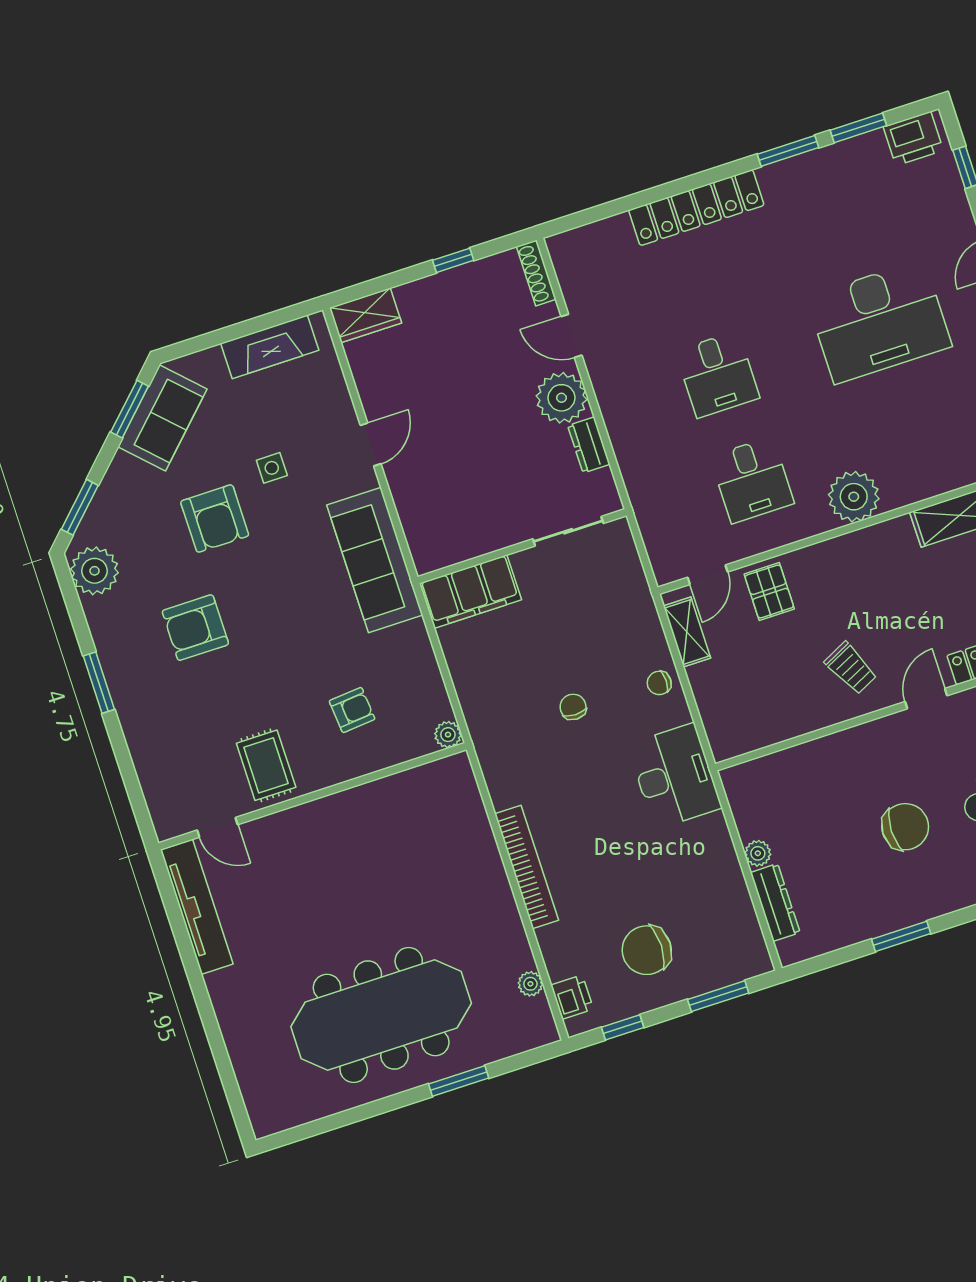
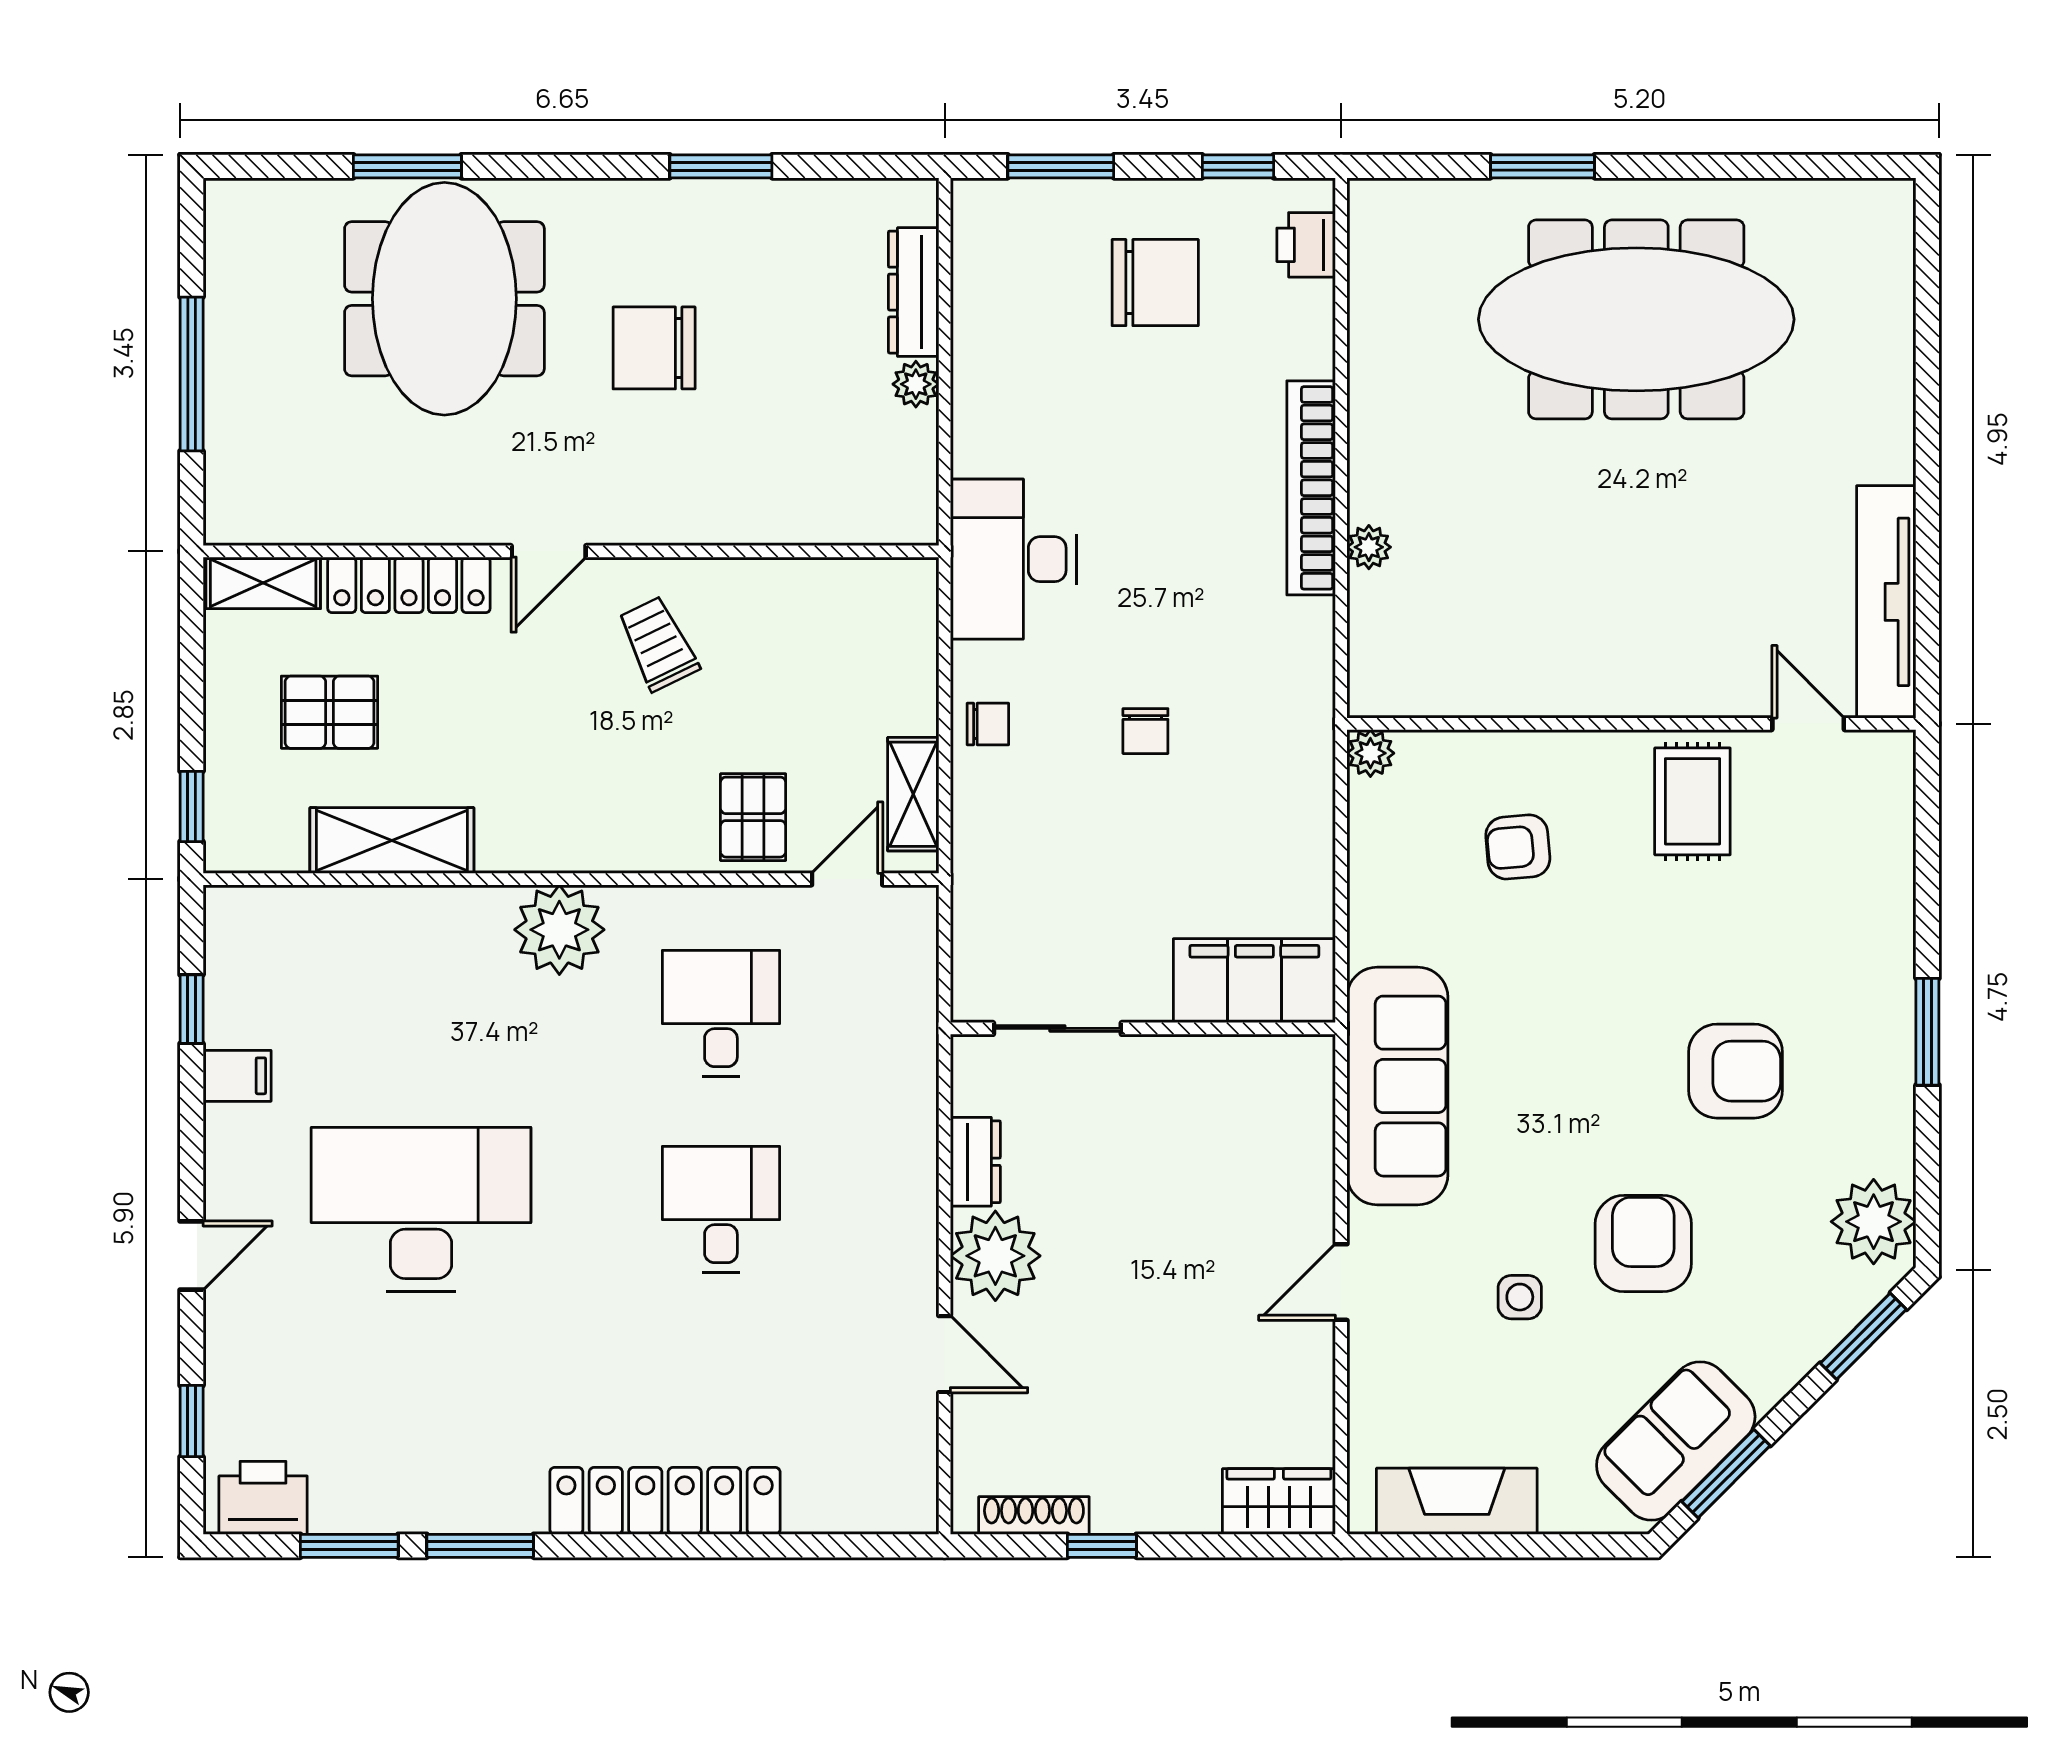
shoe rack: (536, 273) -> (1034, 1515), moved, turned -90
plant: (530, 984) -> (1369, 547), moved

